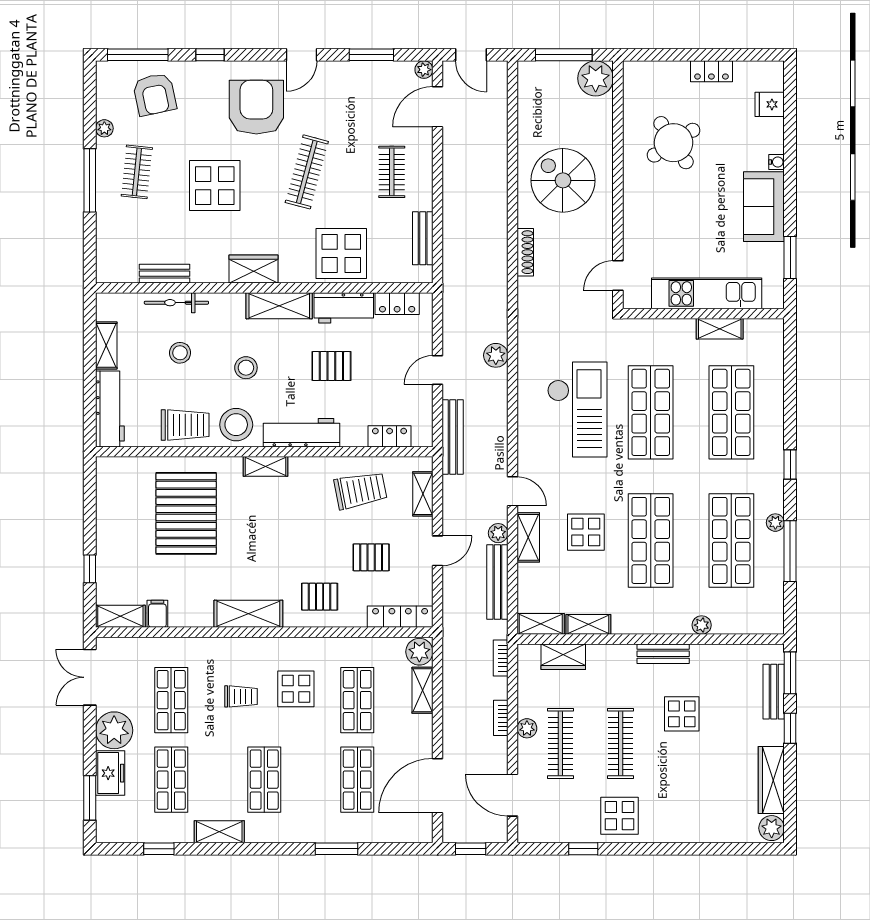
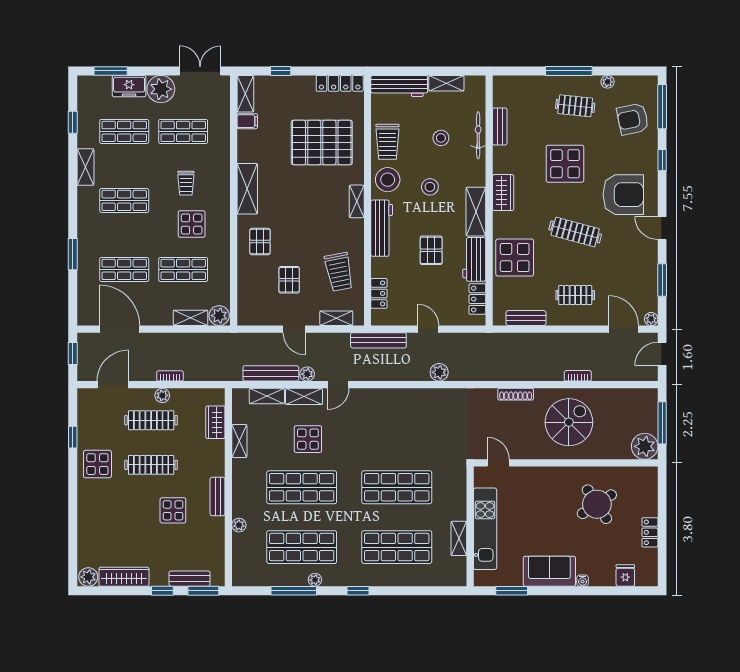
checkout: (577, 410) -> (399, 433), removed
locker: (400, 617) -> (340, 83), moved, turned 90
shelving: (541, 624) -> (267, 396), moved, turned 90
bookcase: (501, 658) -> (578, 376), moved

